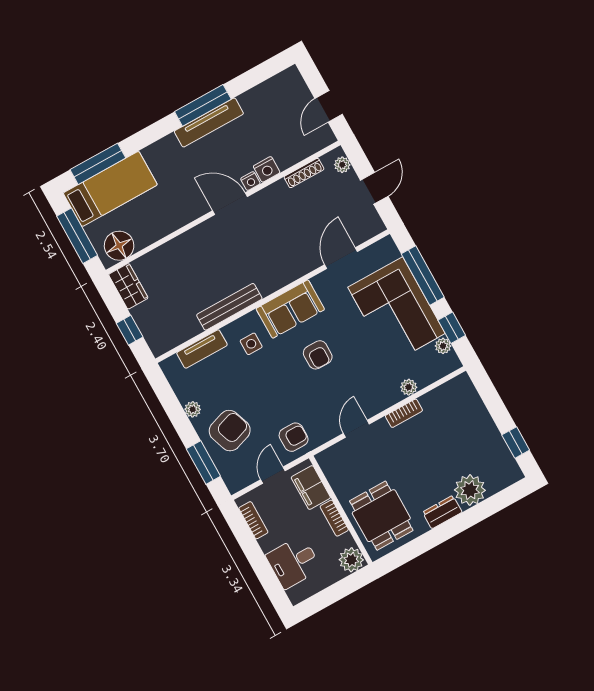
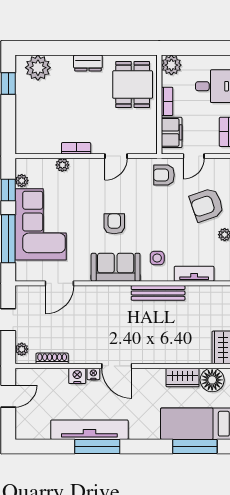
tv unit: (209, 123) -> (89, 430), width x1.36, depth x1.29
wardrobe: (152, 231) -> (183, 377), added
plant: (470, 490) -> (38, 68), moved

